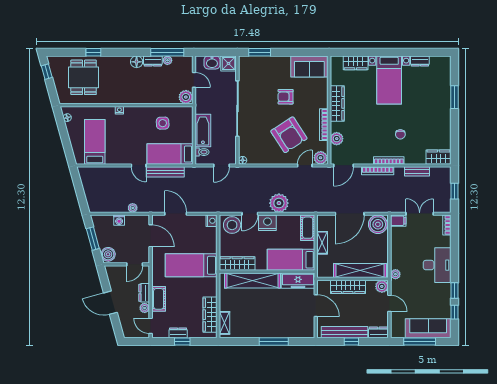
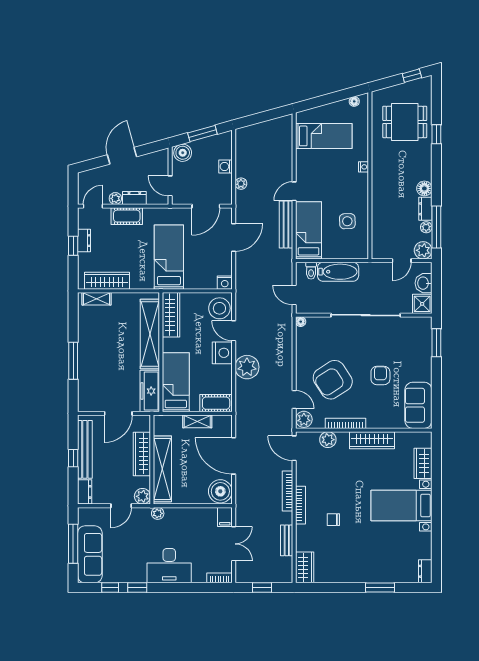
dresser: (420, 61) -> (425, 571), moved
plant: (186, 97) -> (423, 250), moved

